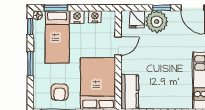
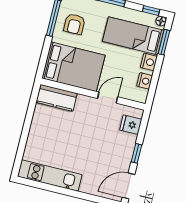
plant: (157, 22) -> (123, 145), removed
door: (118, 46) -> (108, 98), swing flipped
armchair: (60, 92) -> (74, 24), turned -90

